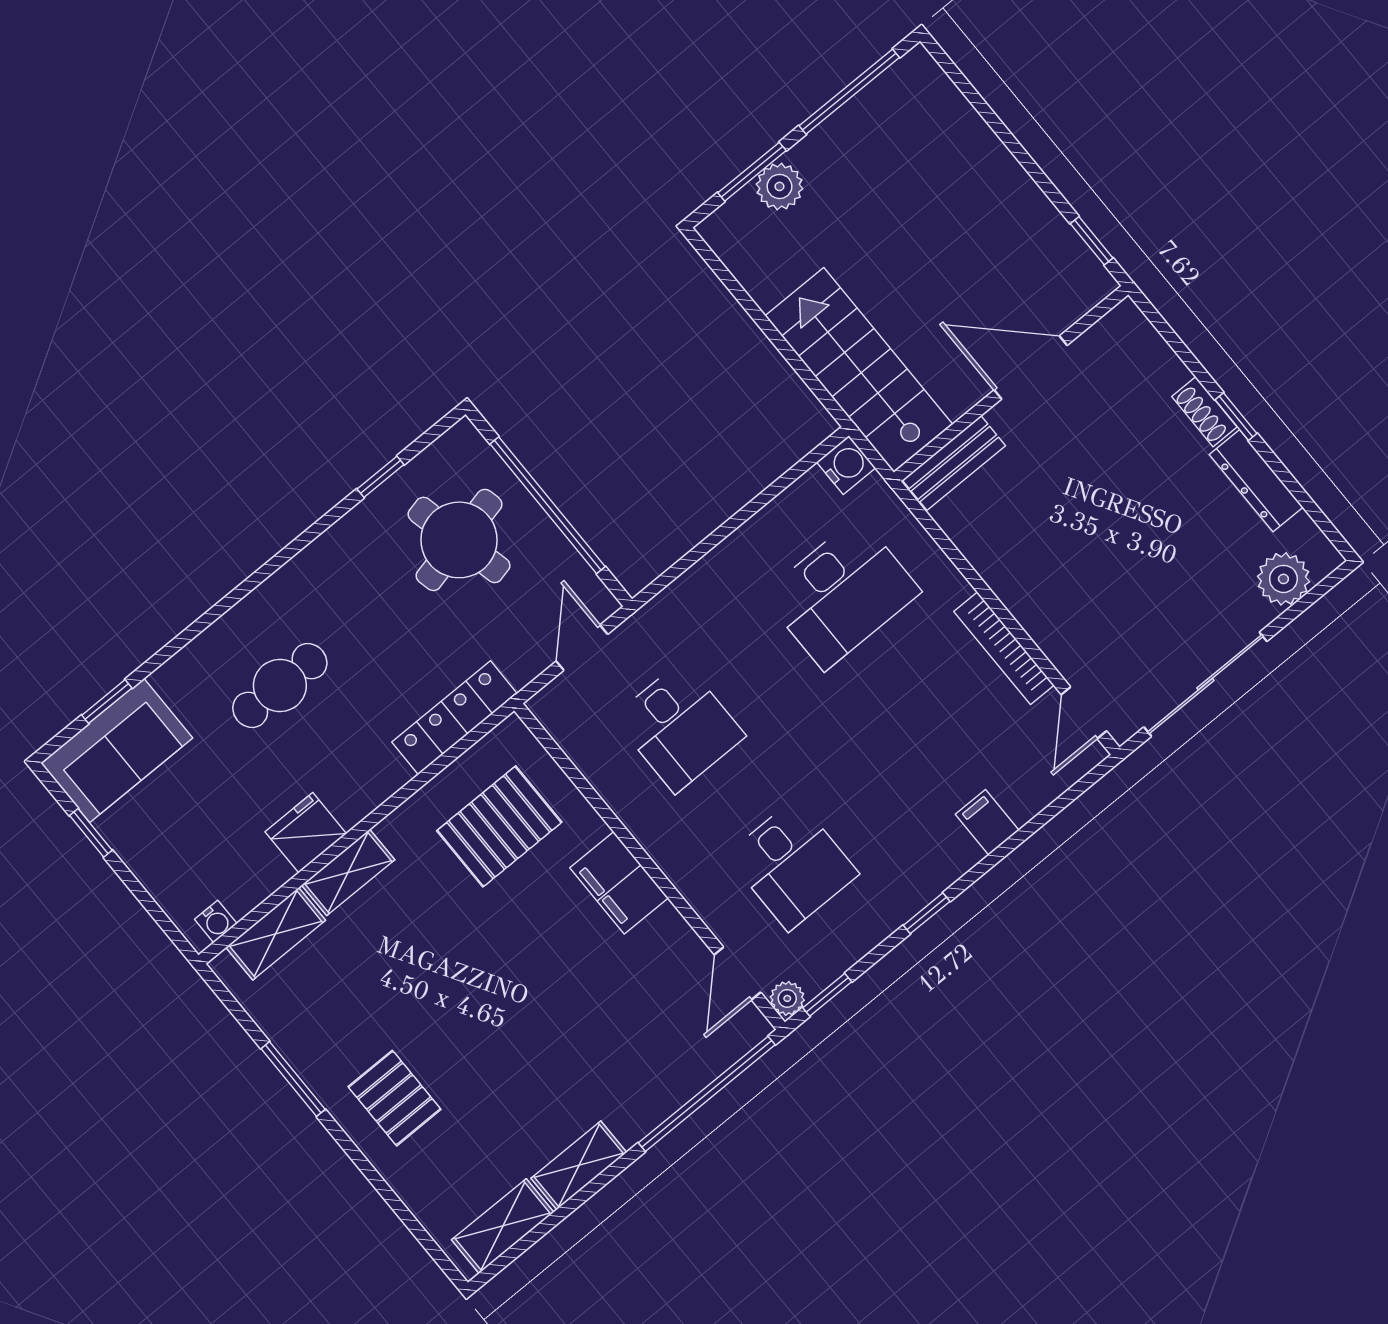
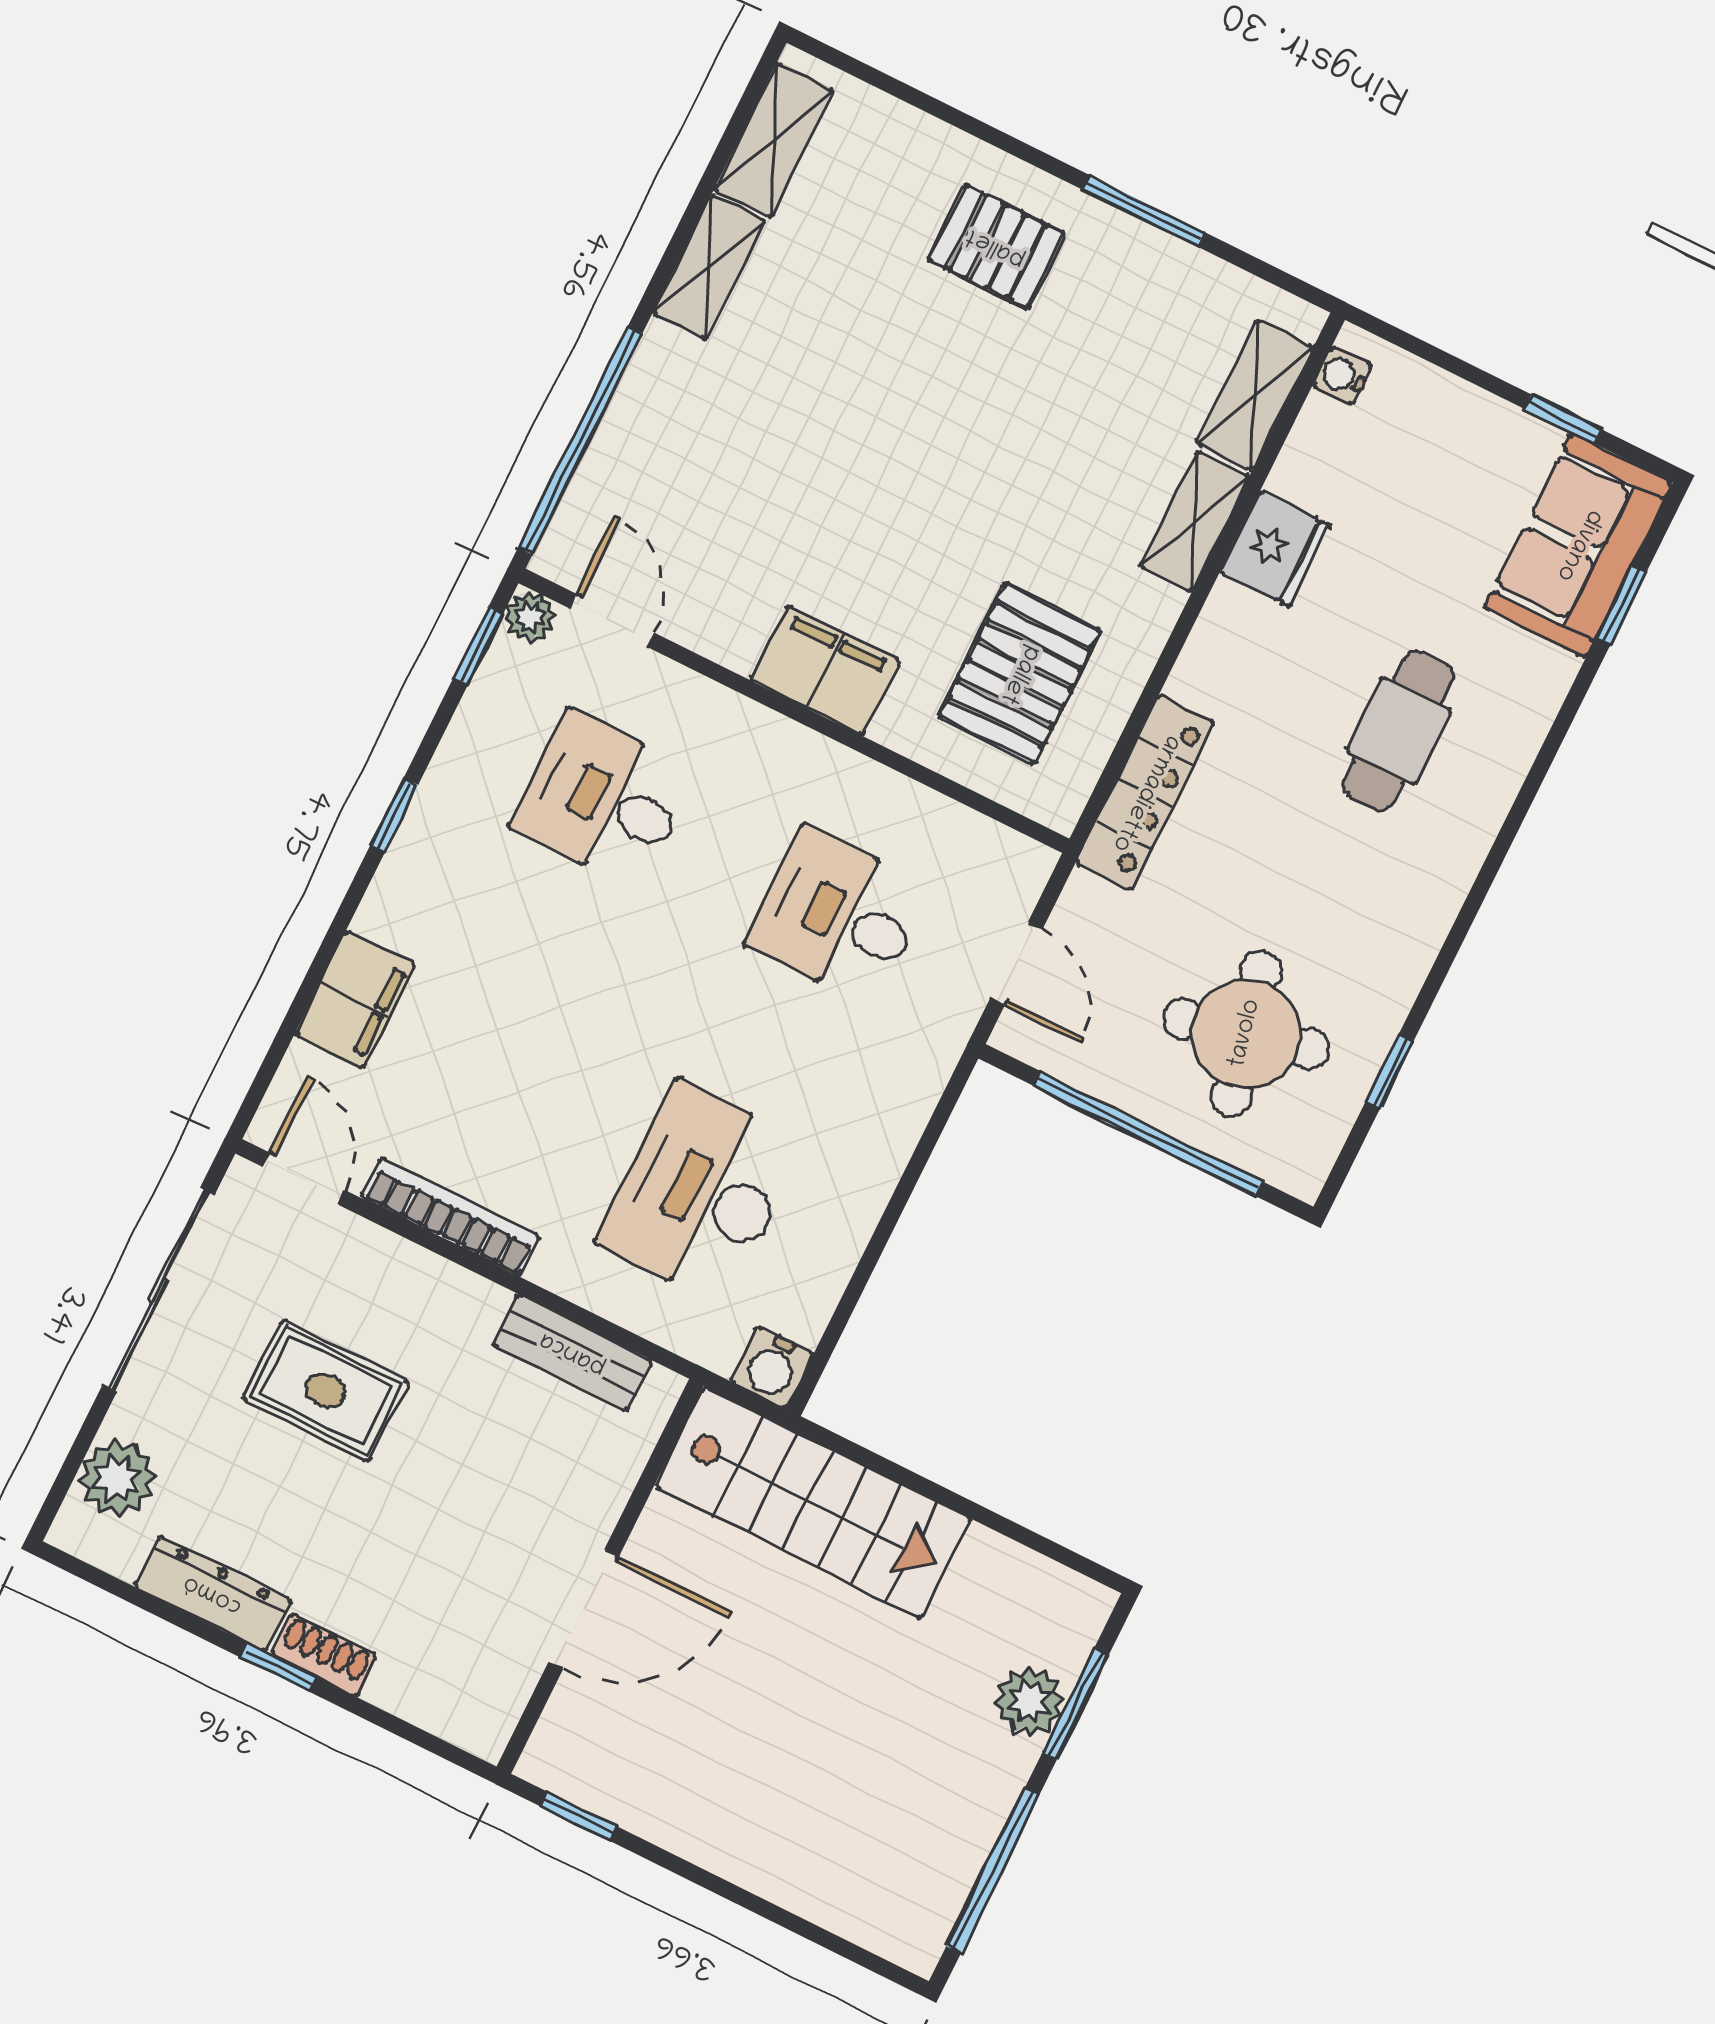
bench: (954, 463) -> (573, 1353), moved, turned 90
rug: (1130, 575) -> (325, 1390), added
filing cabinet: (987, 822) -> (355, 1000), width x2.00

